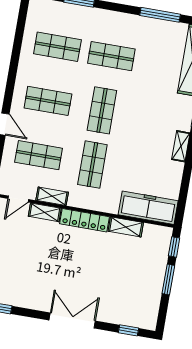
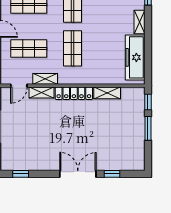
freezer: (148, 208) -> (135, 57), moved, turned -90
window: (129, 330) -> (112, 174), moved

